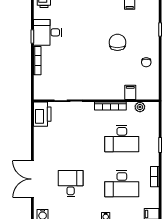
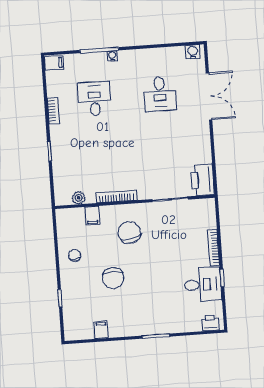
chair: (102, 77) -> (129, 232), added
desk: (122, 139) -> (99, 156), removed
desk: (122, 184) -> (95, 99), width x0.73

